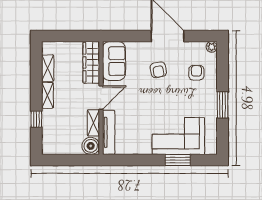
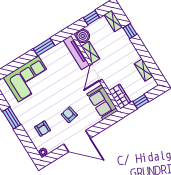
window: (72, 36) -> (141, 101), added
wardrobe: (91, 62) -> (120, 97), width x0.67
shelving: (48, 95) -> (113, 21), moved
window: (69, 160) -> (91, 18), added
window: (178, 160) -> (44, 47), moved

